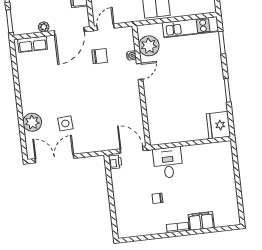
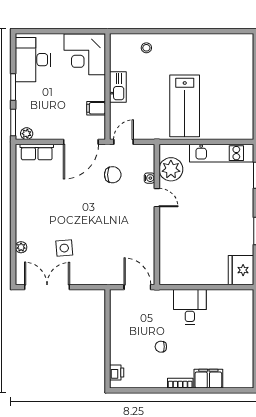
plant: (44, 27) -> (27, 134), moved
door: (140, 71) -> (157, 198), hinge flipped
plant: (32, 122) -> (21, 247), width x0.53, depth x0.53
printer: (115, 162) -> (117, 372), moved
desk: (168, 163) -> (190, 307), moved

